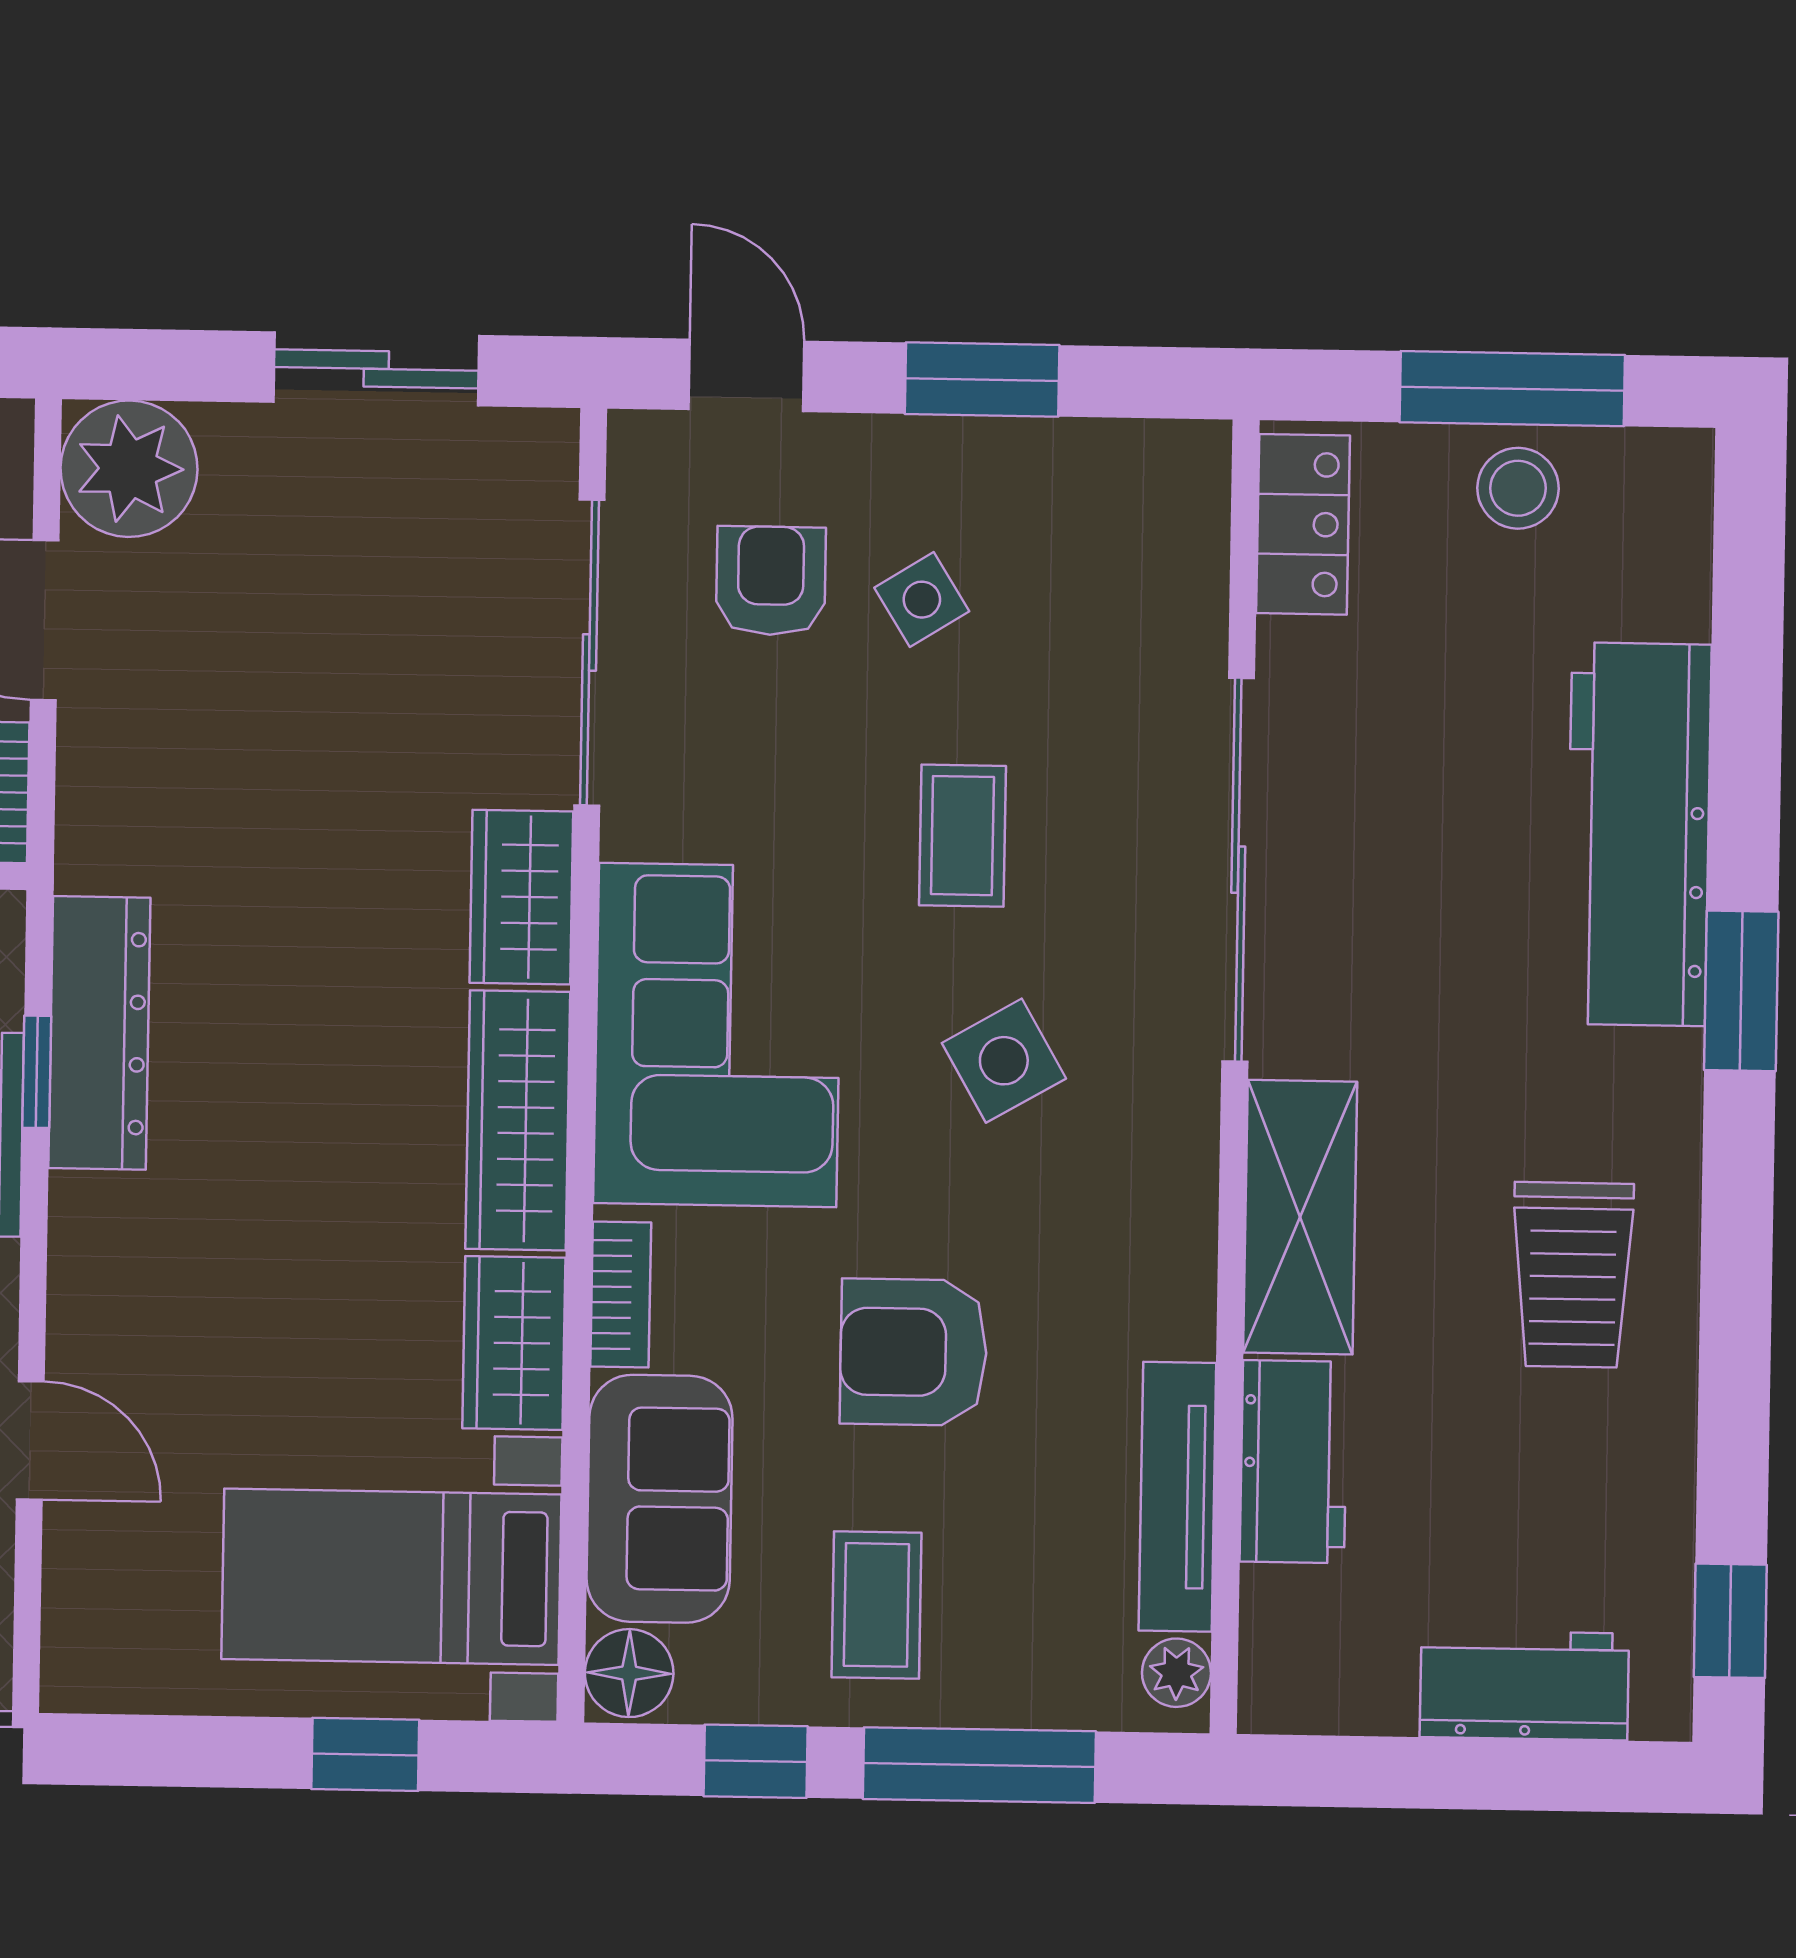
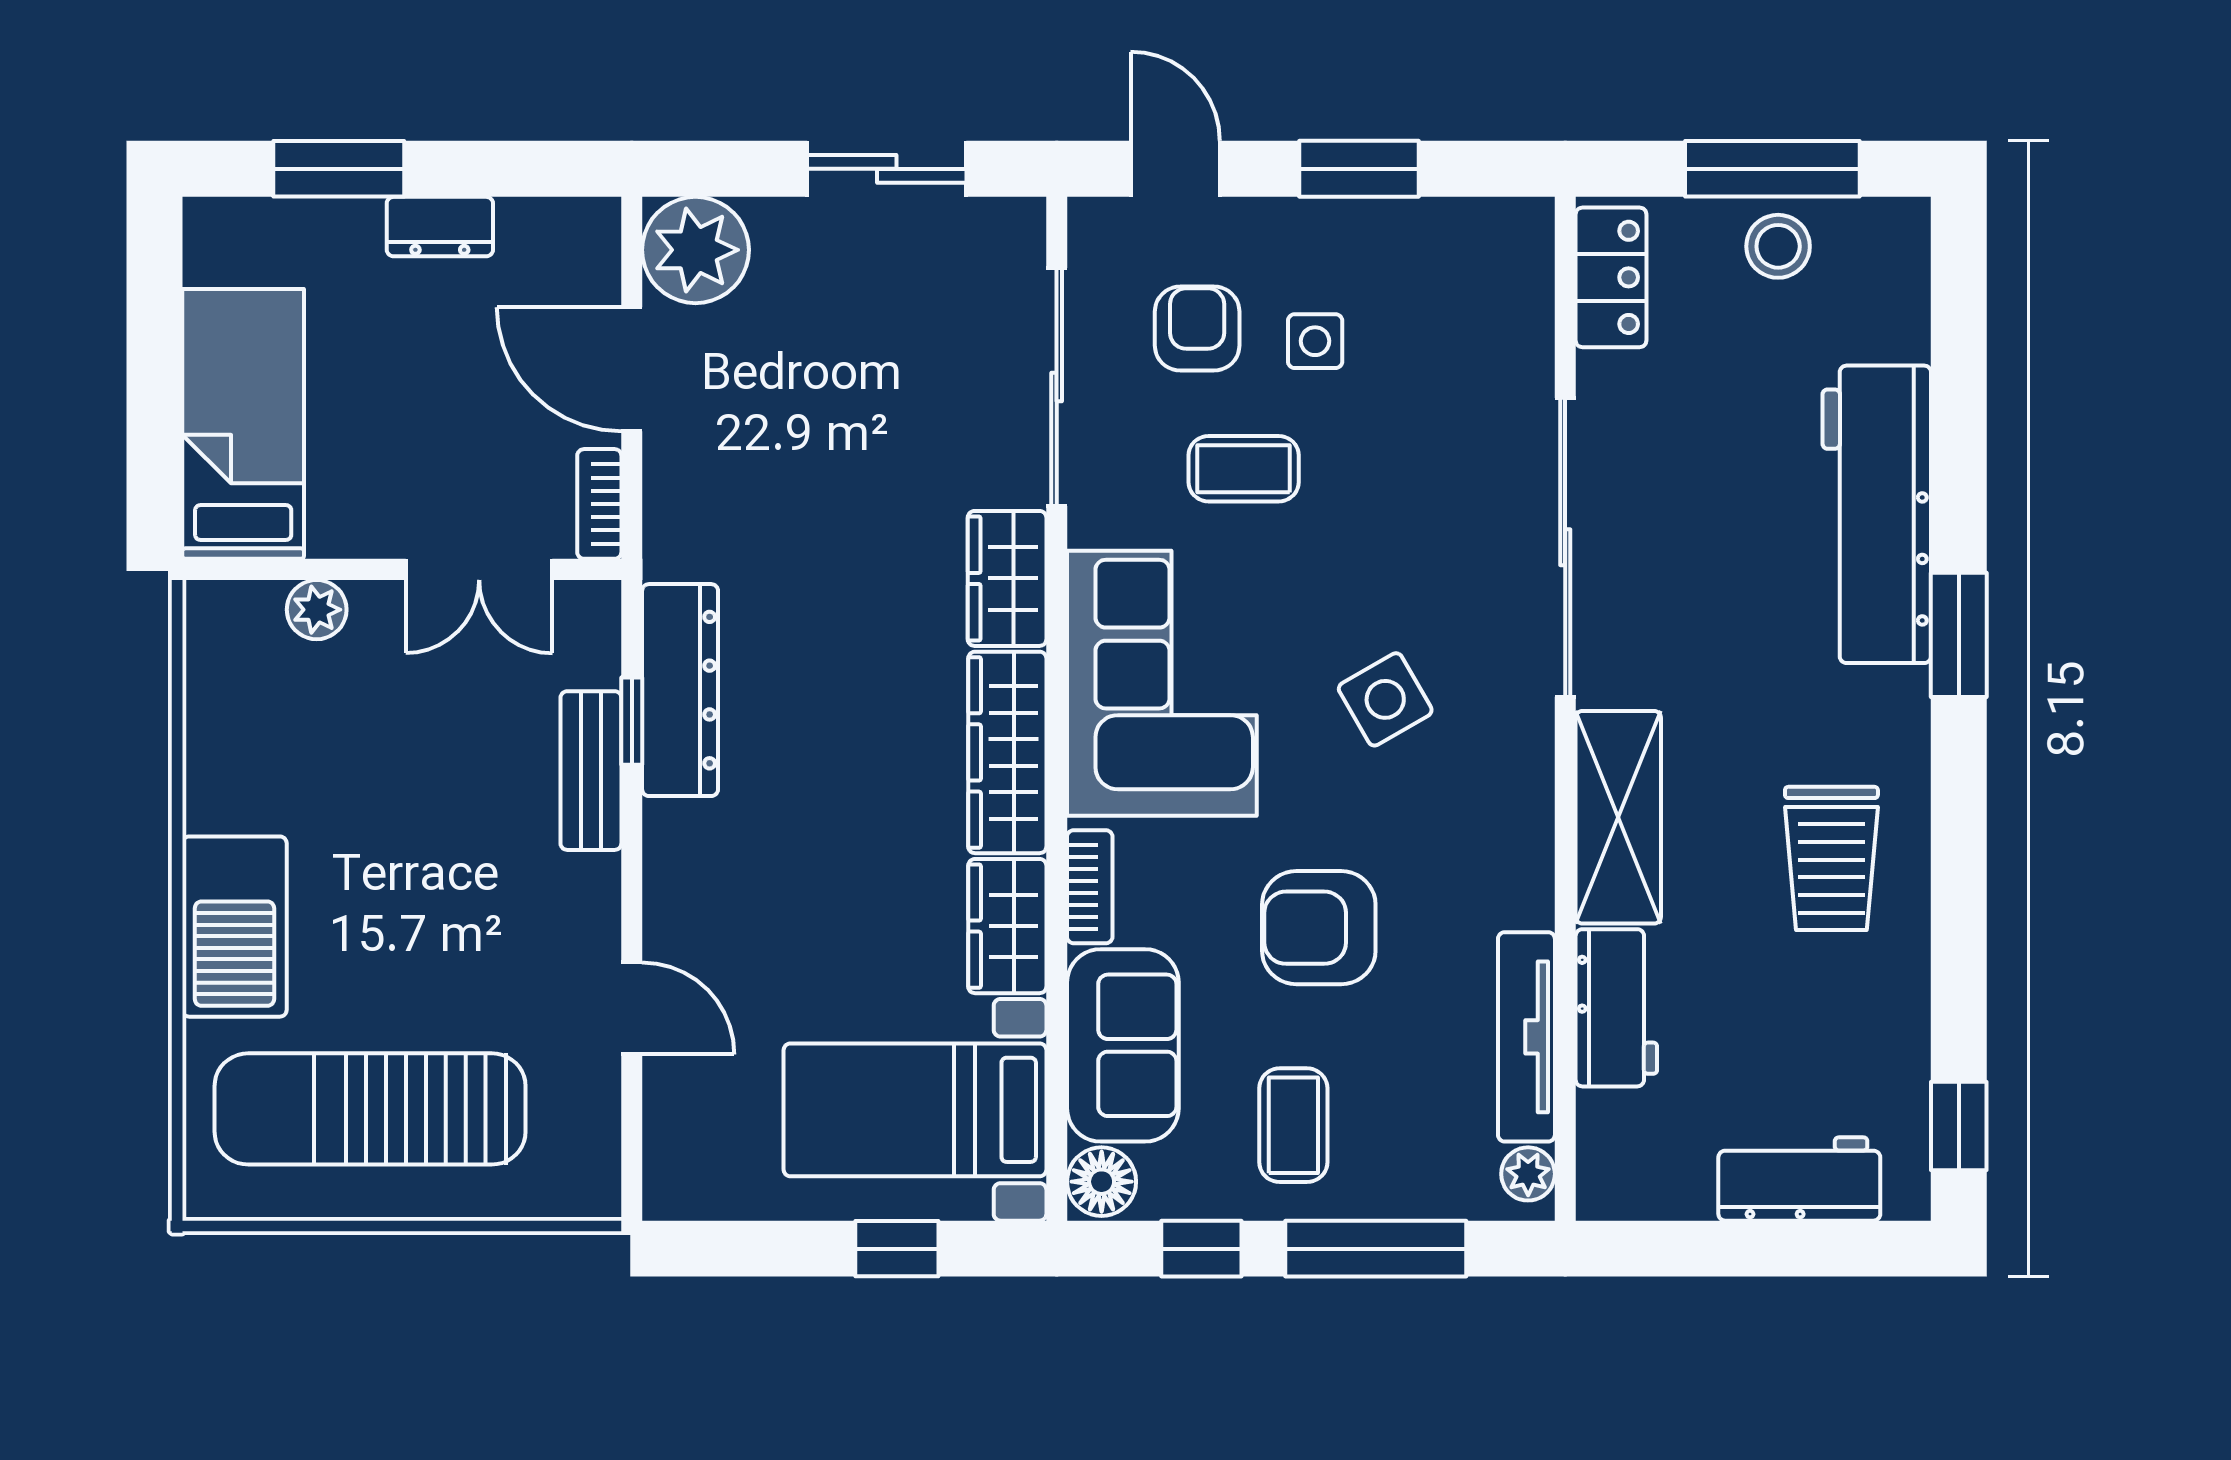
side table: (922, 600) -> (1315, 341), turned 32
coffee table: (962, 836) -> (1244, 469), moved, turned 90

